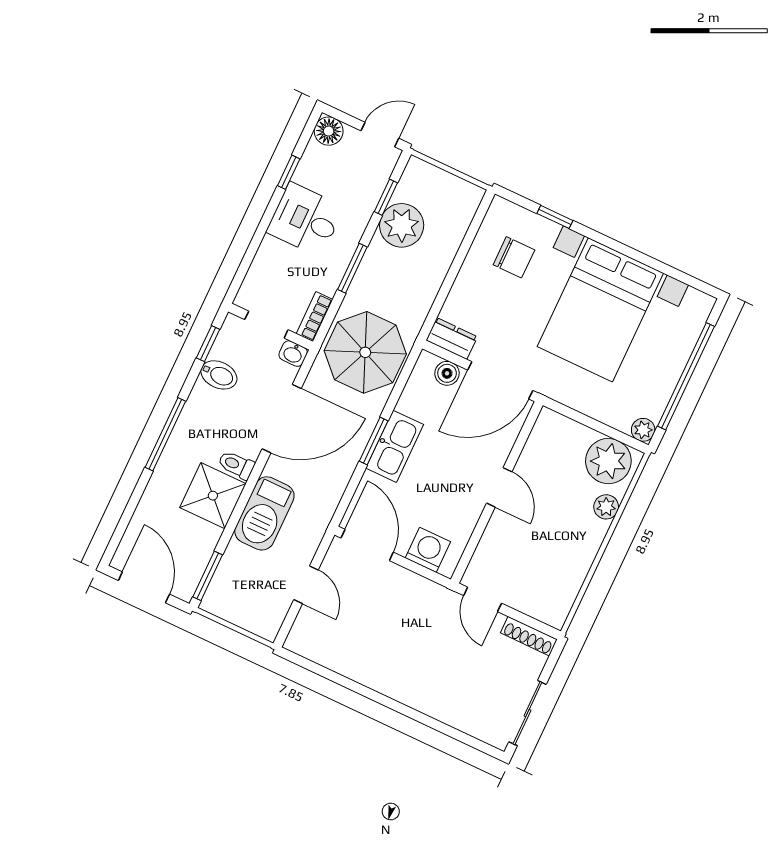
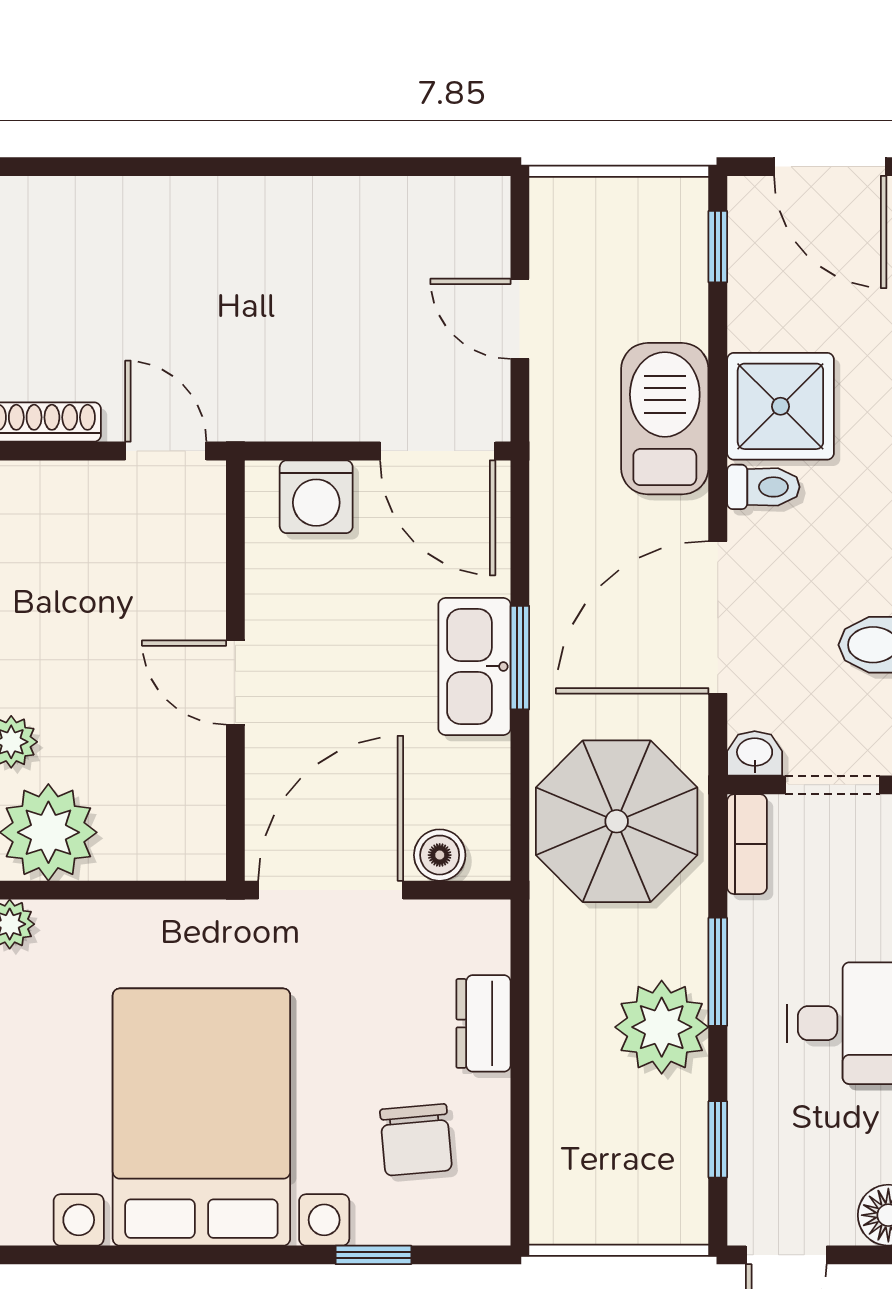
plant: (402, 225) -> (662, 1027), moved
chair: (514, 257) -> (416, 1140), turned -95
dresser: (452, 339) -> (483, 1023), moved, turned 90
window: (208, 576) -> (718, 247), width x0.67

